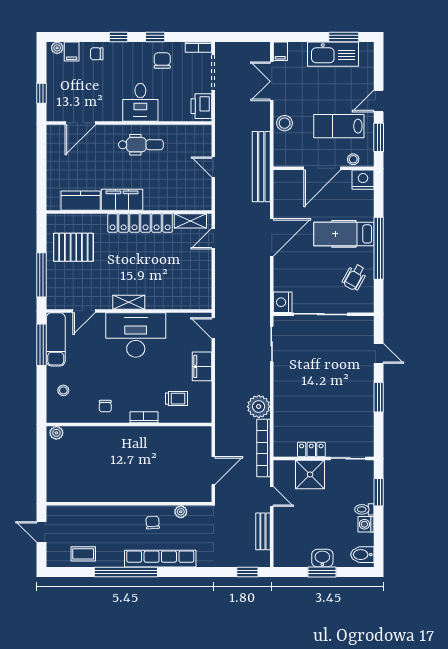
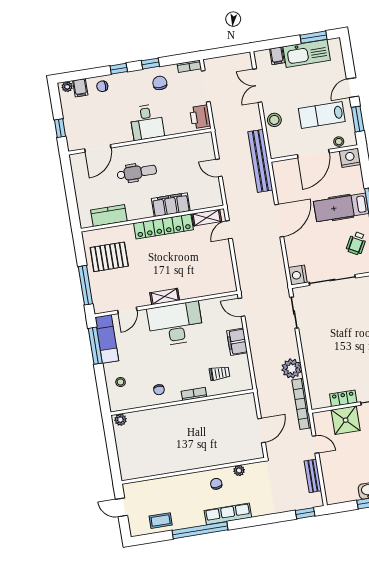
filing cabinet: (280, 51) -> (277, 56), moved
dental chair: (141, 145) -> (137, 172), moved
filing cabinet: (122, 200) -> (171, 205), moved
row of seats: (160, 559) -> (228, 514), width x0.73

